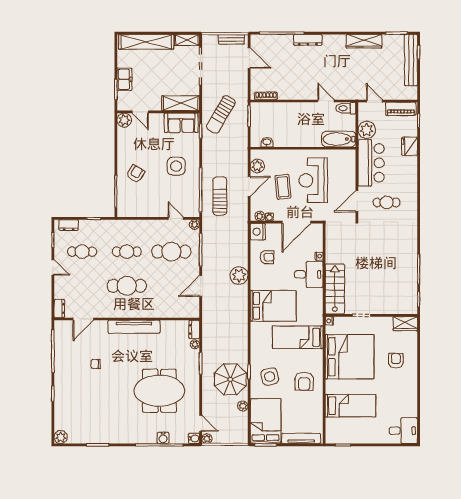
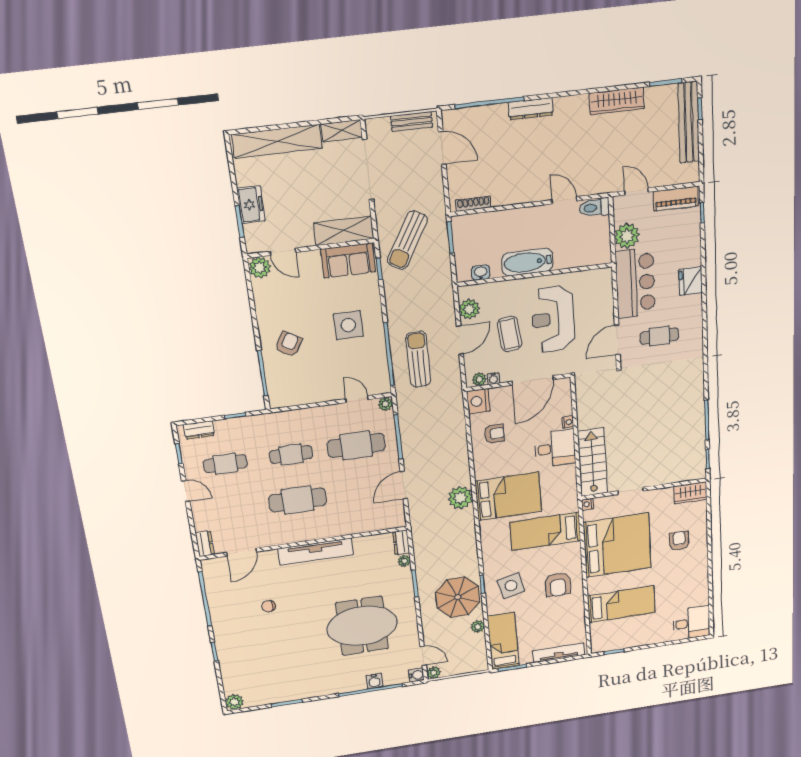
bathtub: (339, 139) -> (527, 262), moved
fridge: (409, 146) -> (691, 281), moved
plant: (239, 275) -> (460, 498), moved
bed: (265, 421) -> (503, 641), width x0.67

